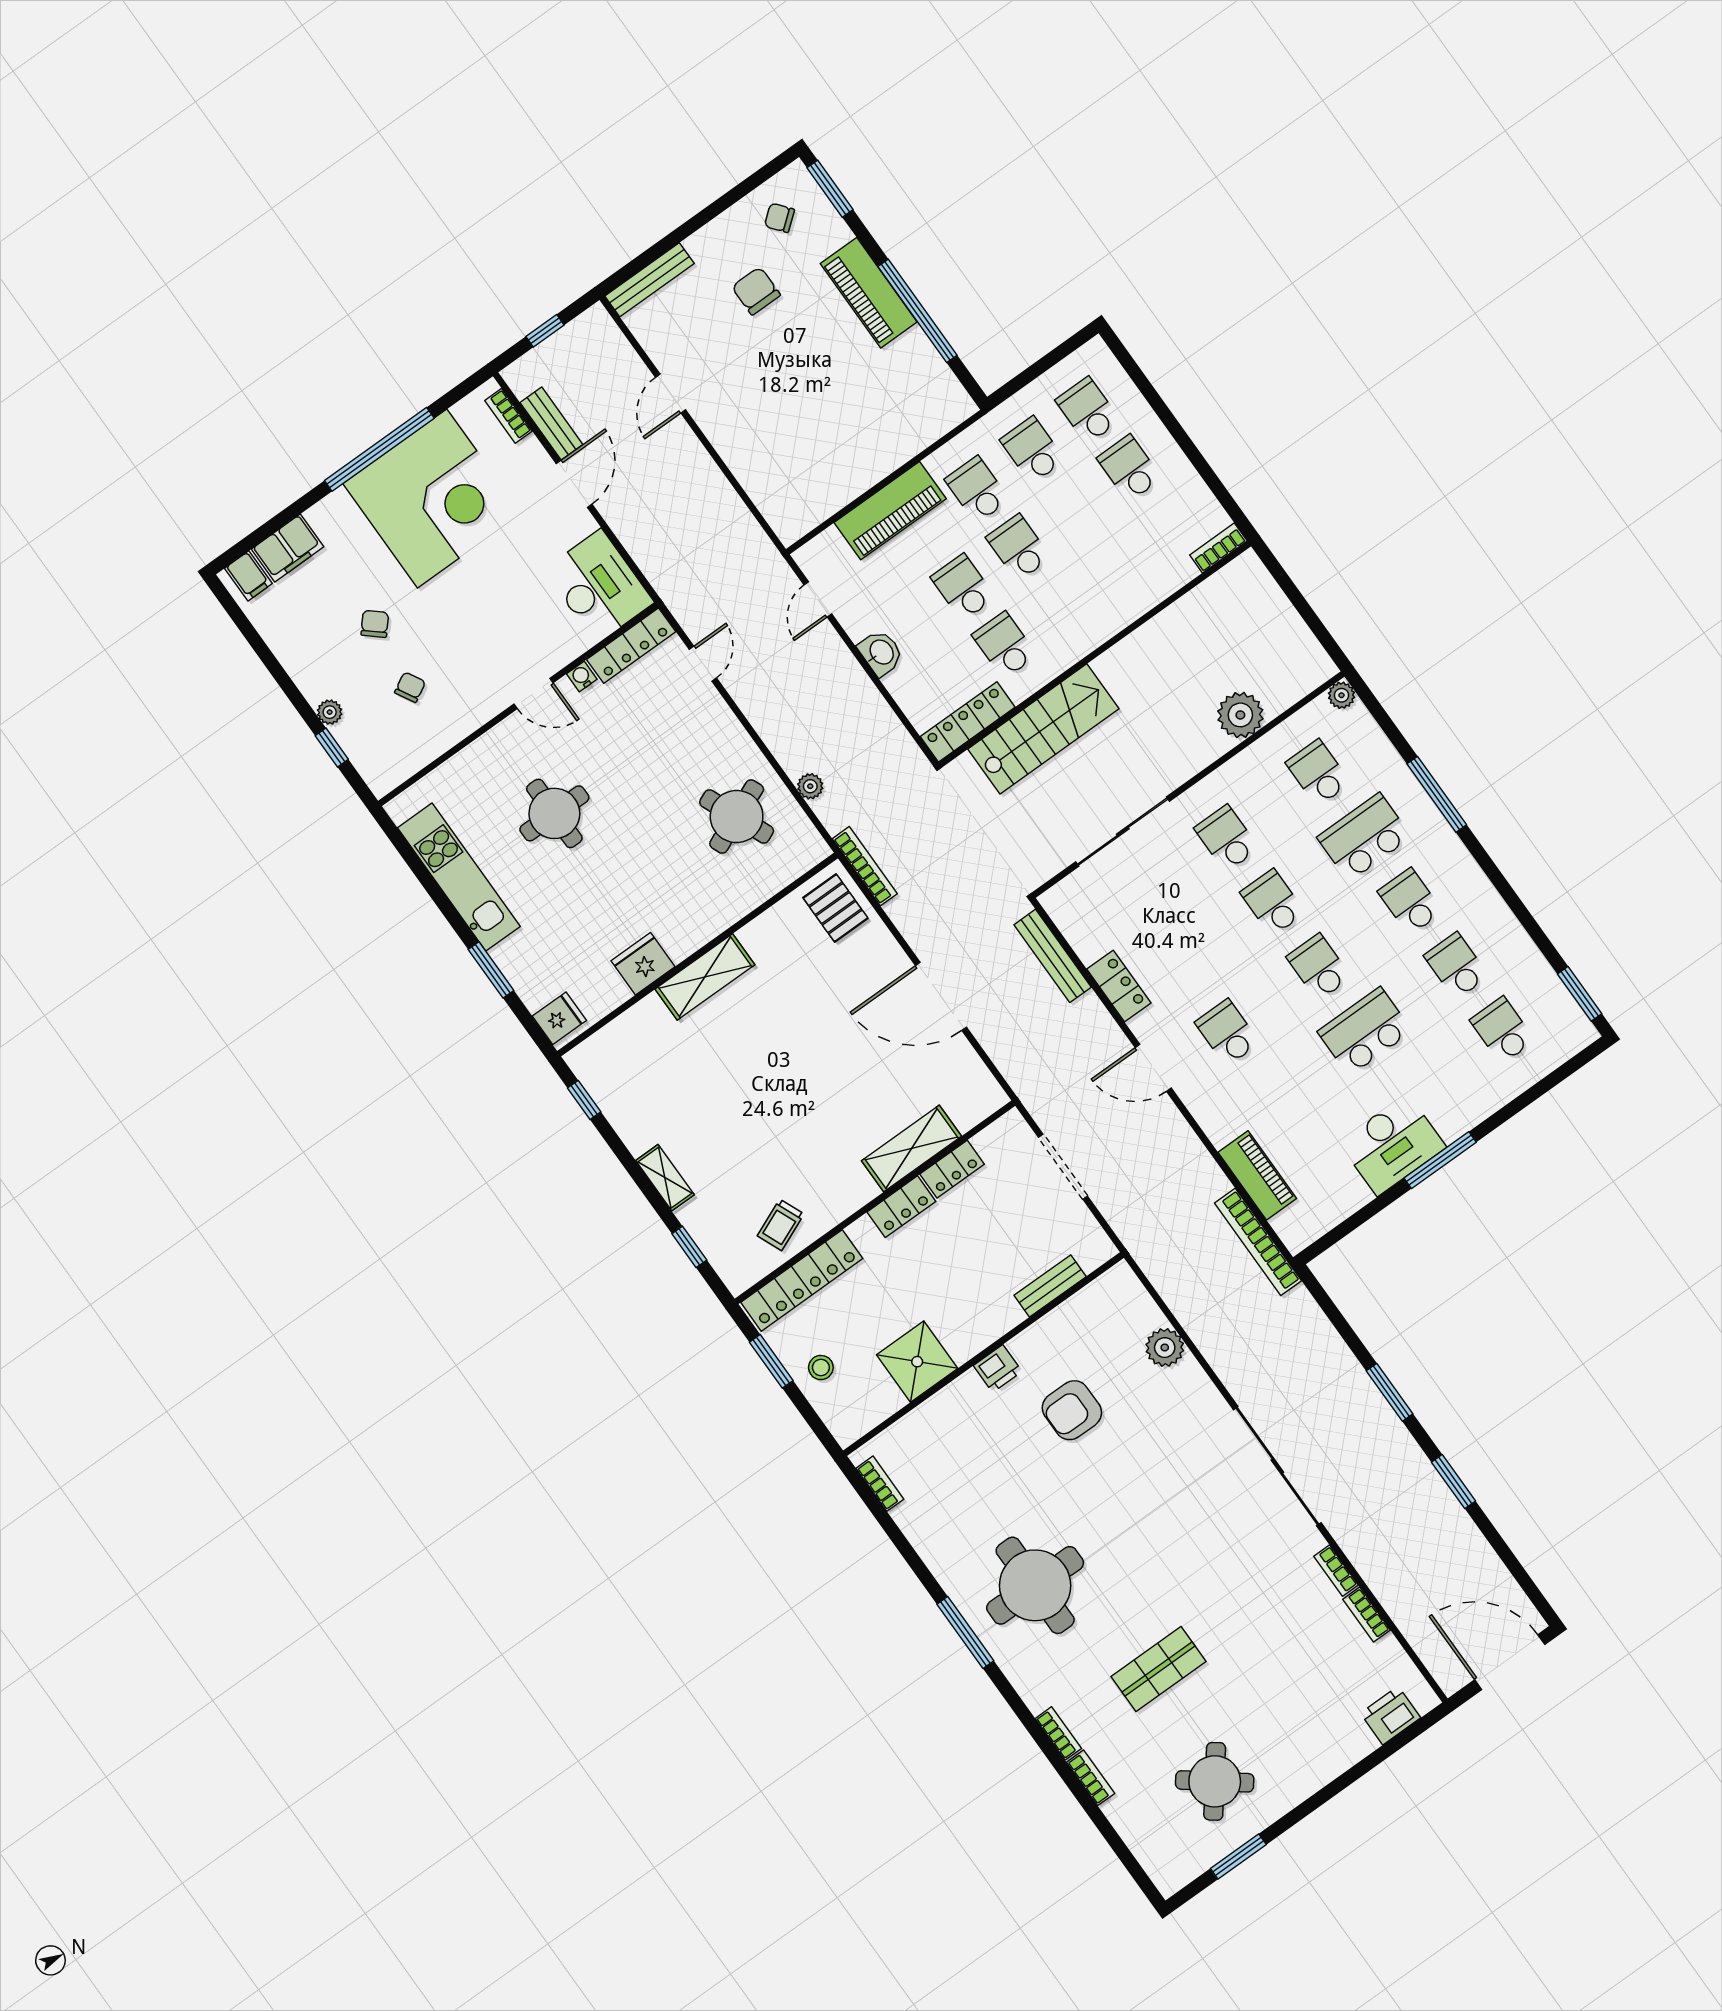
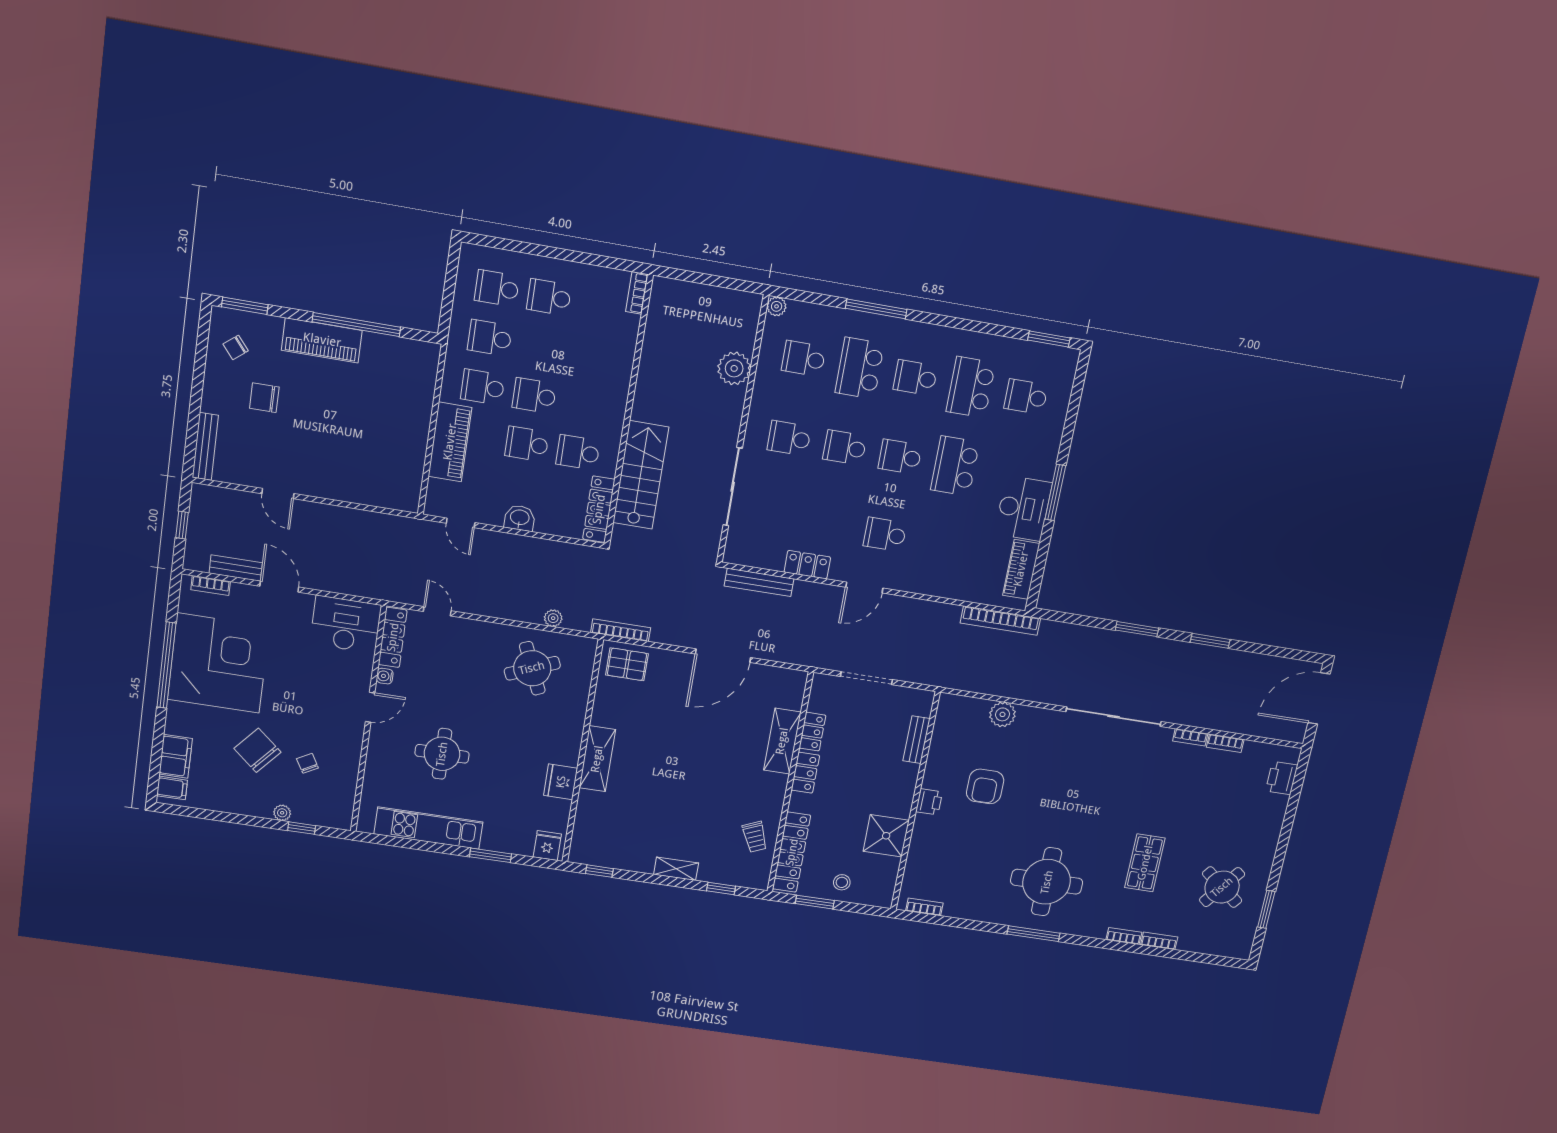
chair: (375, 624) -> (257, 750), width x1.87, depth x1.87
school desk: (1456, 966) -> (971, 387), width x1.85
piano: (1257, 1175) -> (1021, 569), moved, turned -90

